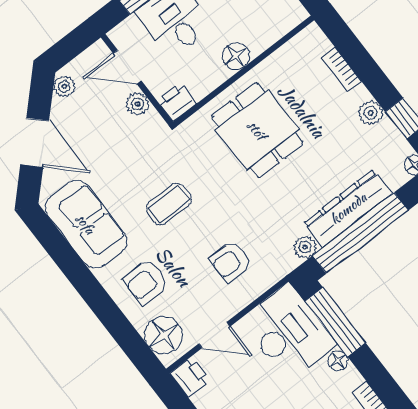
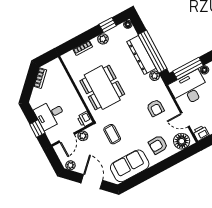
floor lamp: (236, 56) -> (70, 91), removed
dining table: (257, 130) -> (102, 88), width x1.38
door: (35, 143) -> (92, 182), hinge flipped
coffee table: (169, 204) -> (112, 134), moved
armchair: (146, 282) -> (158, 145), turned 87
door: (214, 335) -> (185, 120), swing flipped

